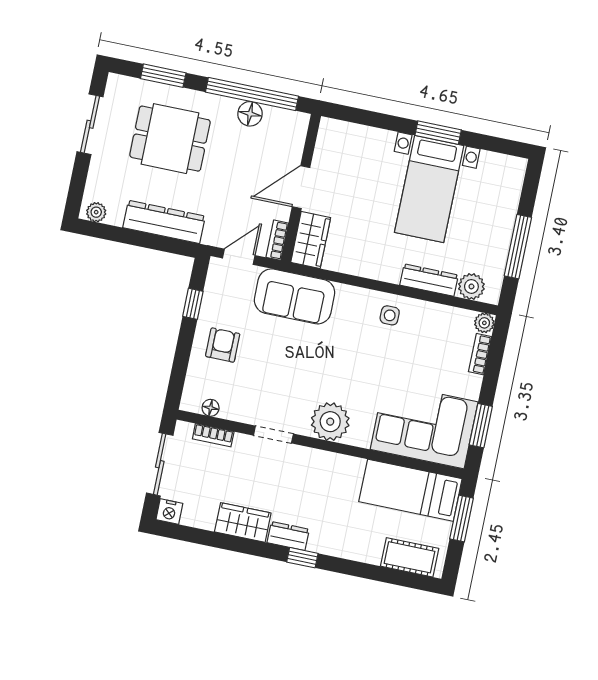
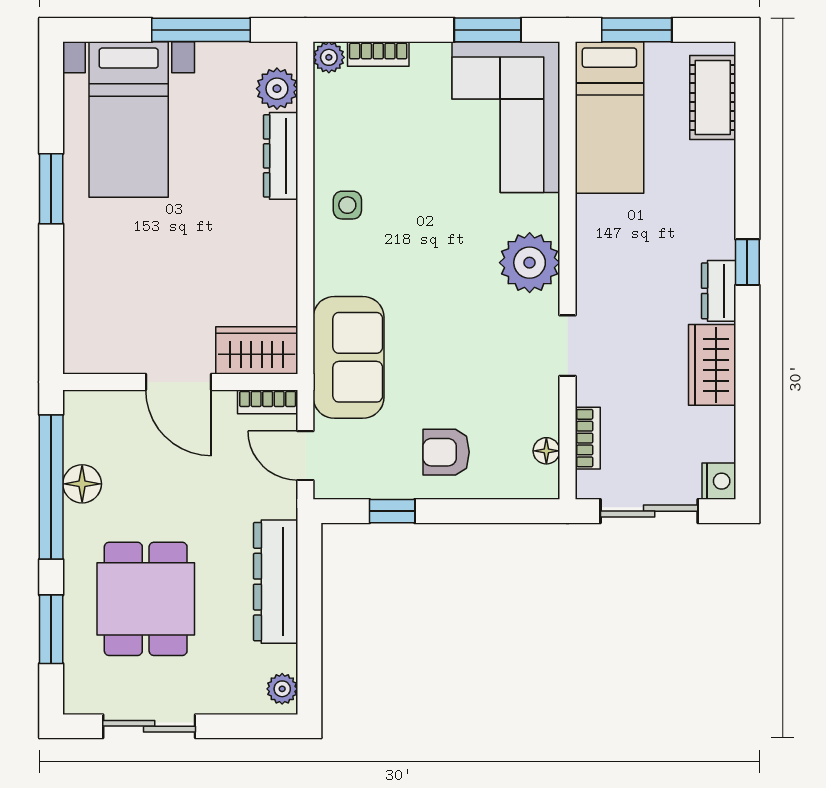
bed with nightstands: (429, 189) -> (129, 119), moved, turned 90

